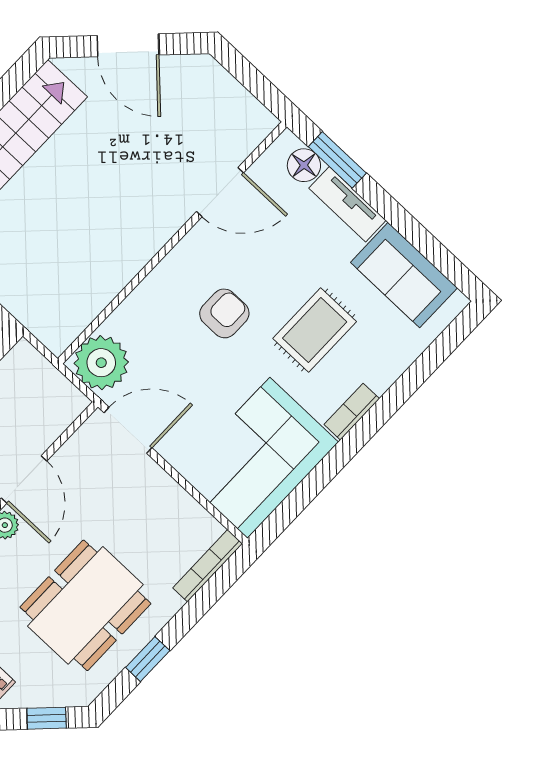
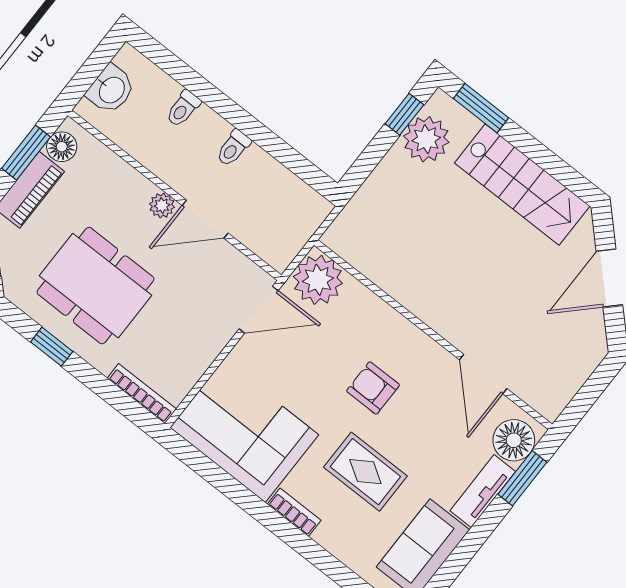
floor lamp: (304, 165) -> (514, 440), width x1.38, depth x1.38
armchair: (224, 313) -> (373, 388), turned 180
door: (128, 430) -> (259, 310), hinge flipped

